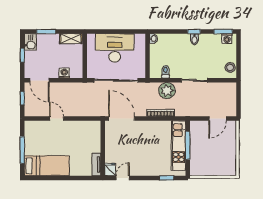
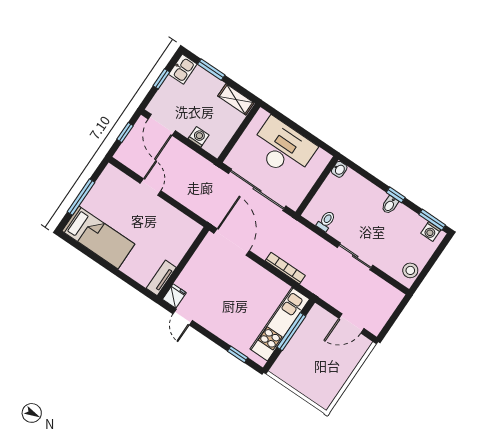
plant: (167, 91) -> (312, 246), removed
door: (123, 178) -> (183, 317), swing flipped

